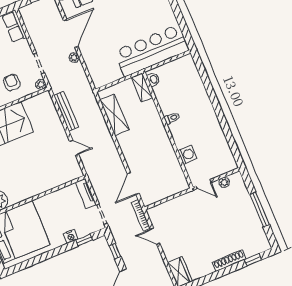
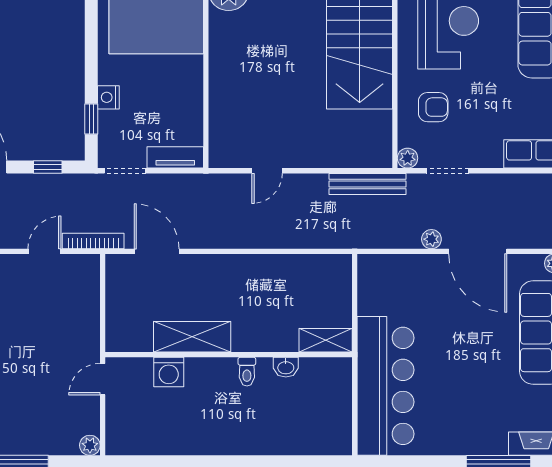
washbasin: (153, 79) -> (286, 367), moved
bench: (66, 111) -> (367, 184), moved
shelving: (114, 115) -> (192, 337), moved
plant: (224, 182) -> (90, 445), moved

